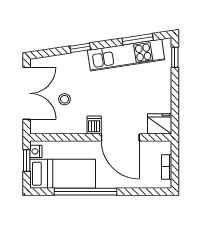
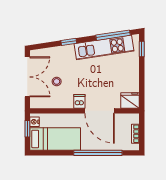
window: (138, 39) -> (113, 35), width x1.44
window: (85, 192) -> (98, 153), moved

